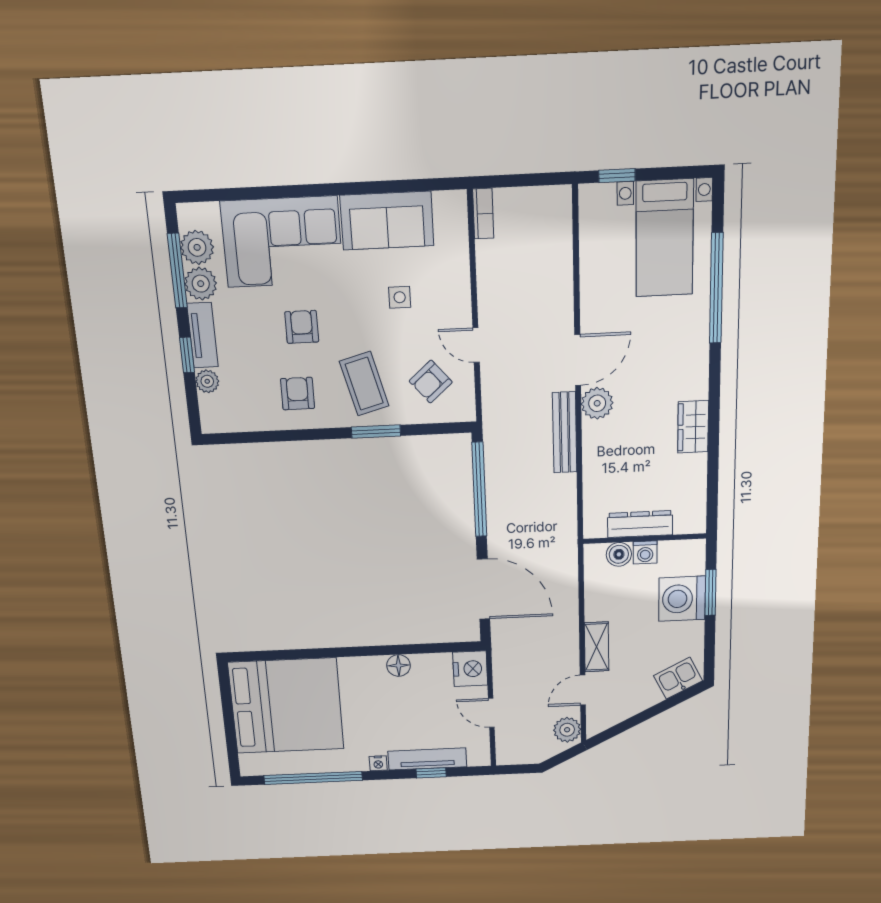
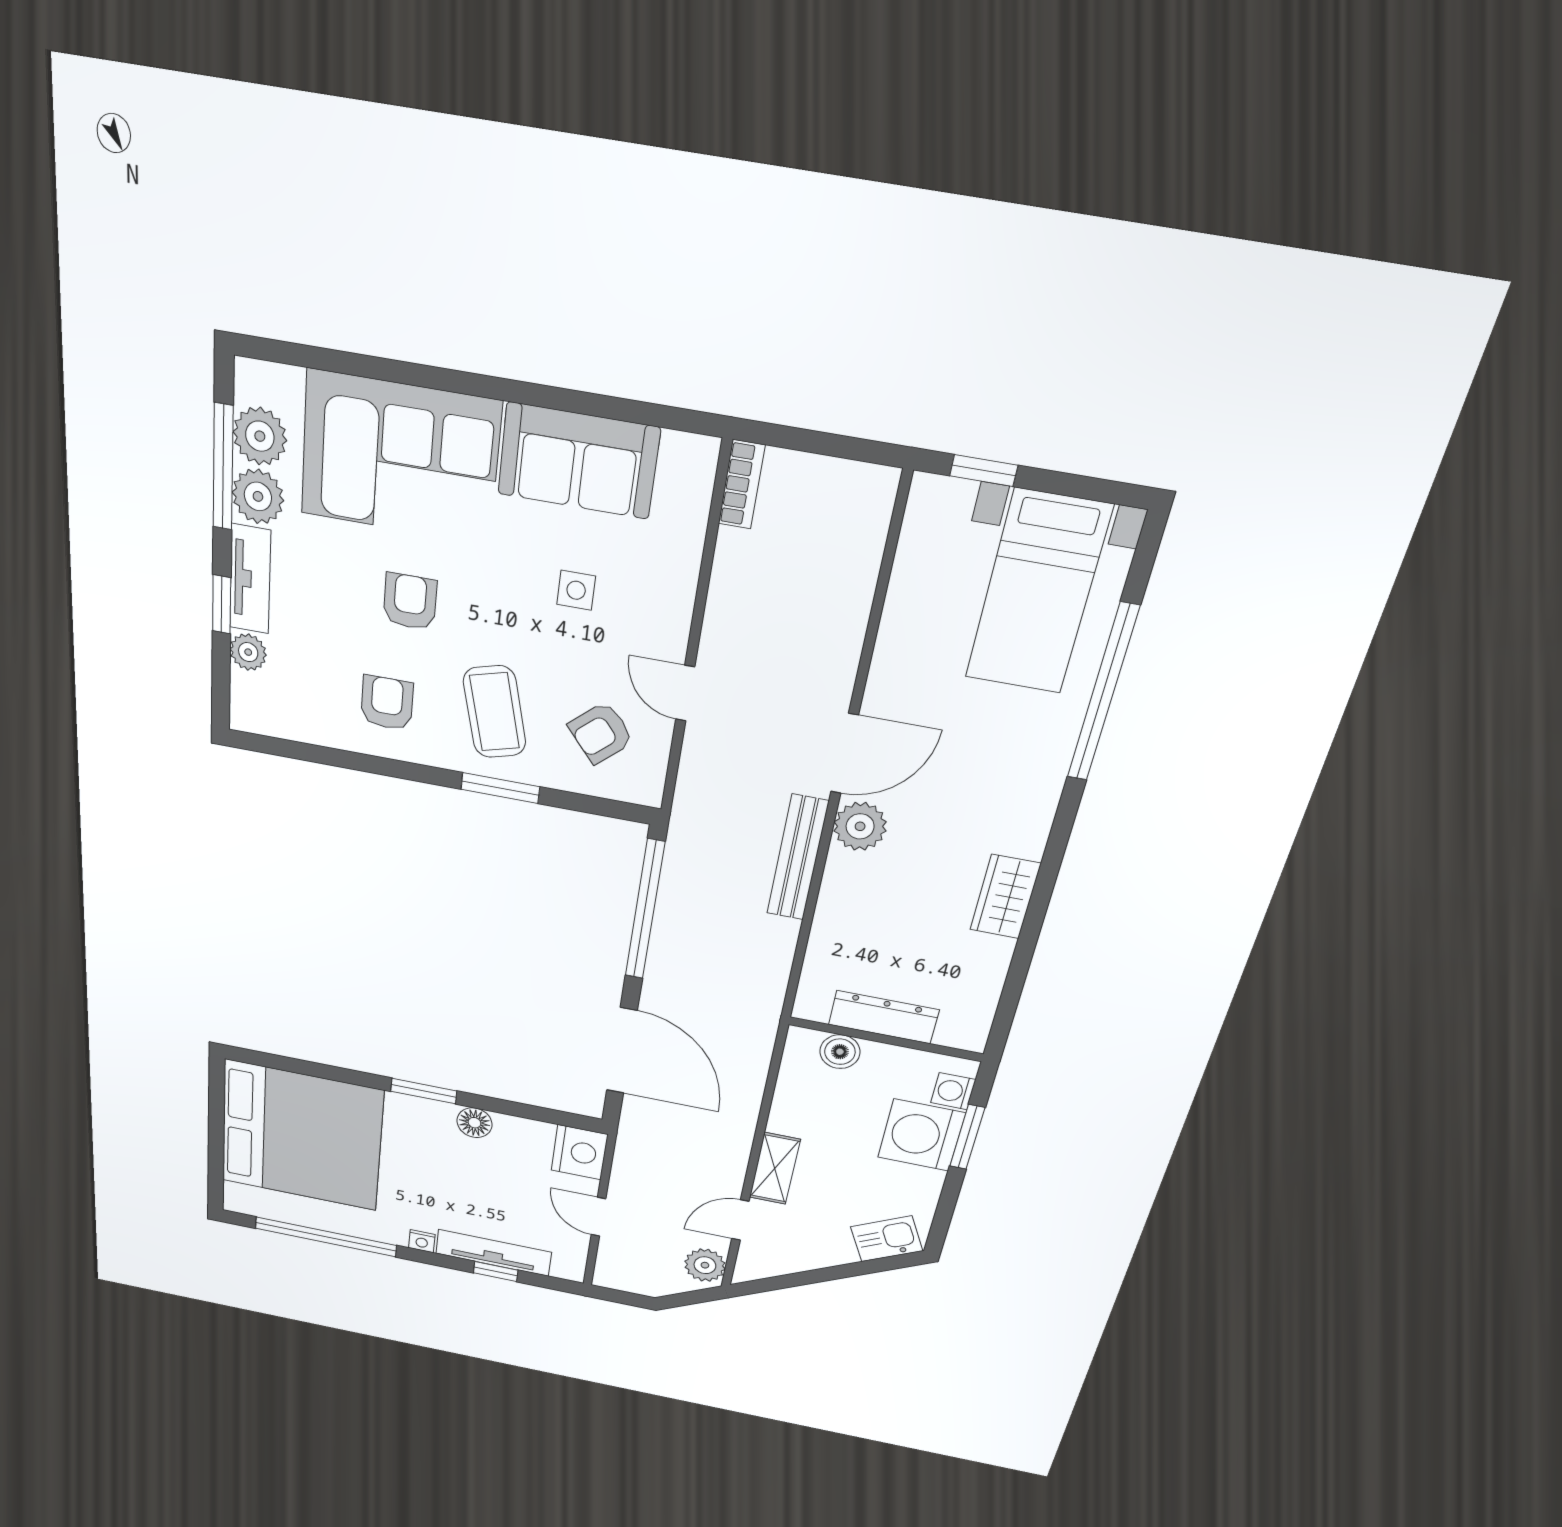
washing machine: (645, 552) -> (953, 1091), moved, turned 90
window: (362, 651) -> (424, 1091), added

